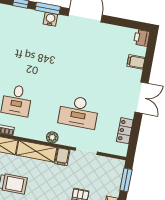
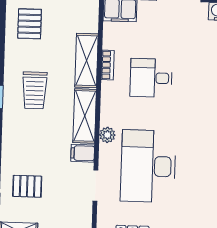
desk: (79, 112) -> (148, 166), width x1.36, depth x1.30

